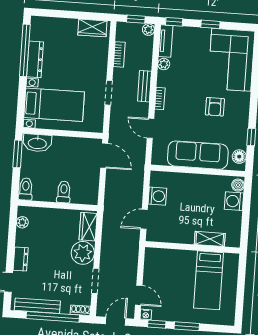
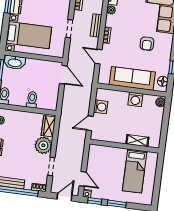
washing machine: (234, 201) -> (135, 99), moved, turned -90

